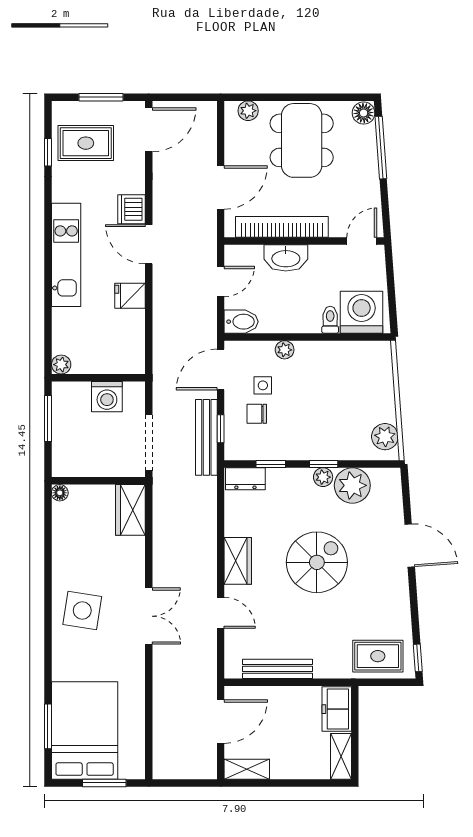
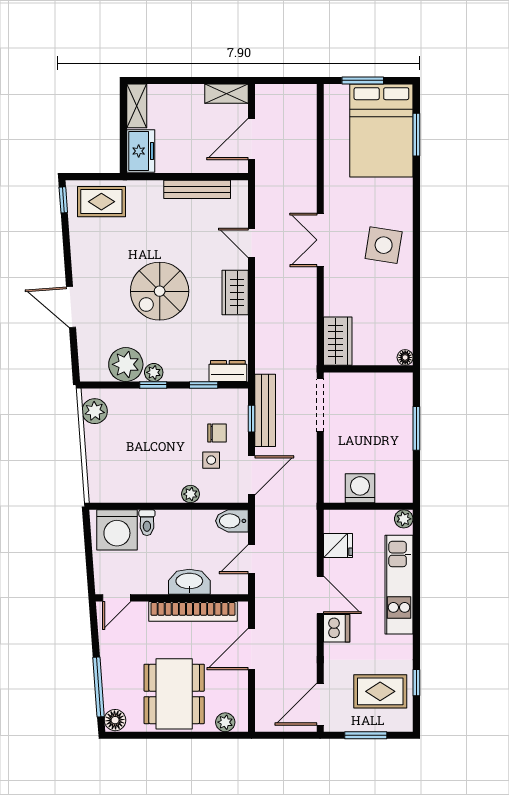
plant: (61, 365) -> (404, 519), moved
wall: (98, 378) -> (368, 506), moved
washing machine: (107, 397) -> (360, 488), moved

